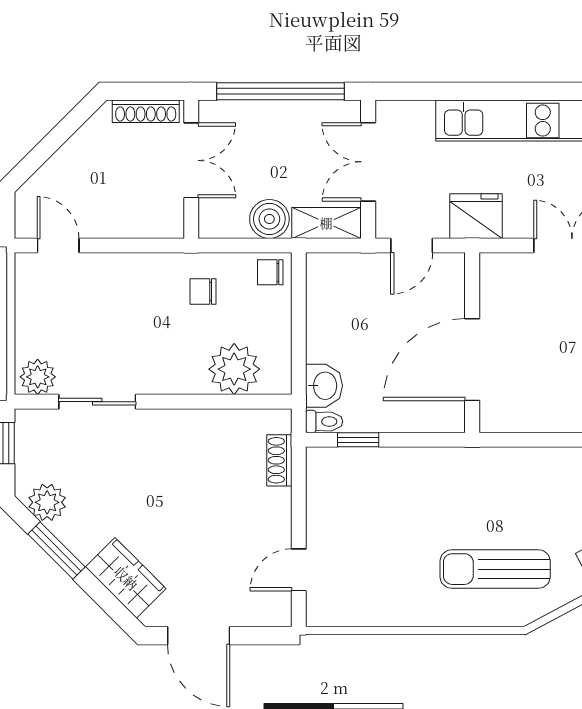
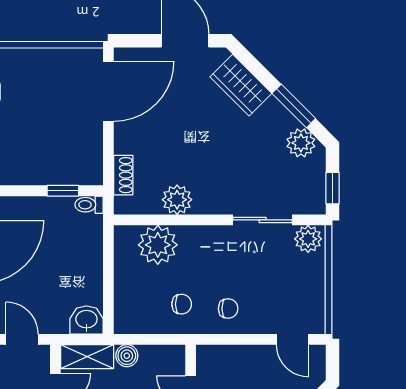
boiler: (269, 219) -> (127, 356), width x0.73, depth x0.73
door: (412, 246) -> (22, 339), hinge flipped
chair: (270, 272) -> (228, 309), moved
washbasin: (324, 386) -> (86, 320), moved, turned 90
plant: (209, 428) -> (177, 200), added
door: (299, 570) -> (108, 91), width x1.88

